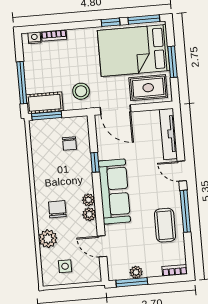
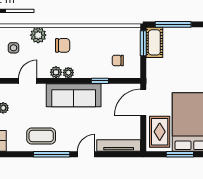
stool: (81, 91) -> (161, 74), removed

